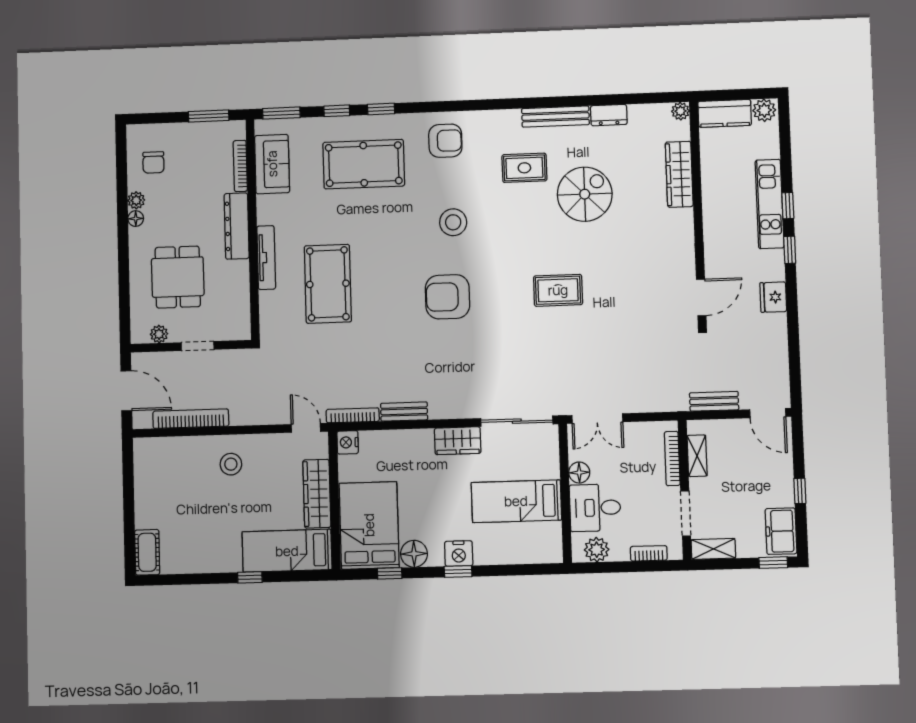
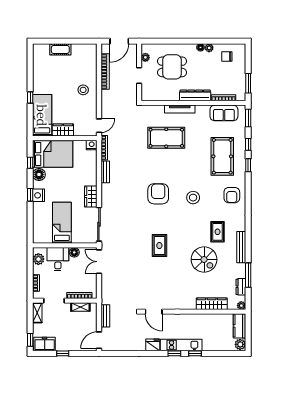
window: (615, 100) -> (248, 275), added
dresser: (609, 115) -> (241, 287), moved
kitchen unit: (770, 204) -> (181, 345), moved
wardrobe: (317, 494) -> (63, 130), width x0.67
cot: (147, 552) -> (60, 49), moved

